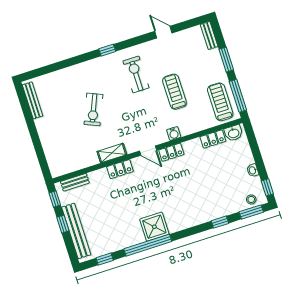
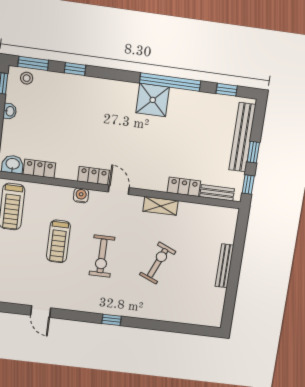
exercise bike: (136, 74) -> (102, 256), moved
bench: (33, 100) -> (224, 266), moved
locker: (120, 169) -> (184, 187), moved

